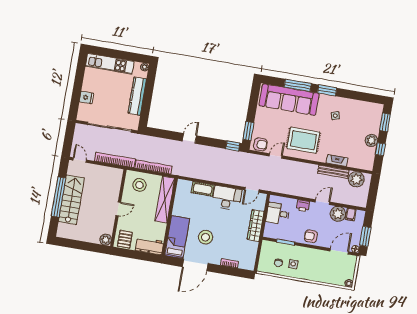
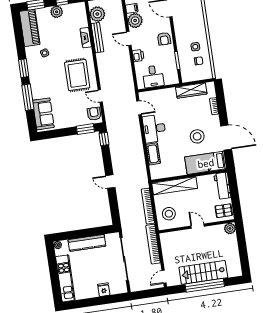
sofa: (289, 100) -> (43, 114), width x0.54, depth x0.79
piano: (364, 109) -> (30, 28), added
wardrobe: (256, 226) -> (191, 90), moved

